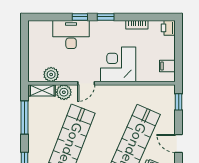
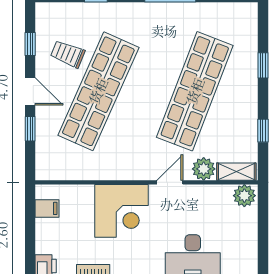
plant: (51, 74) -> (244, 196), moved
window: (179, 102) -> (30, 129), moved
window: (25, 117) -> (263, 131), width x0.46

